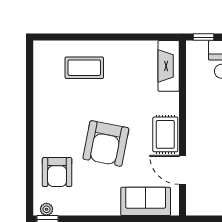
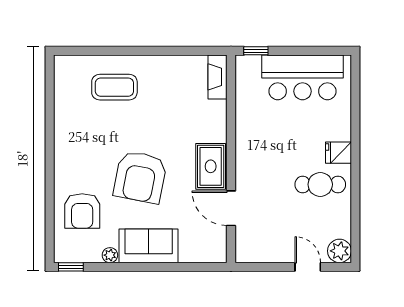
fireplace: (169, 66) -> (218, 77), width x0.73, depth x0.76
sofa: (146, 201) -> (149, 246), moved
plant: (46, 209) -> (110, 255), moved

